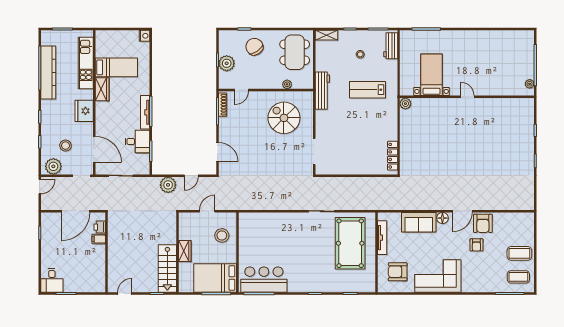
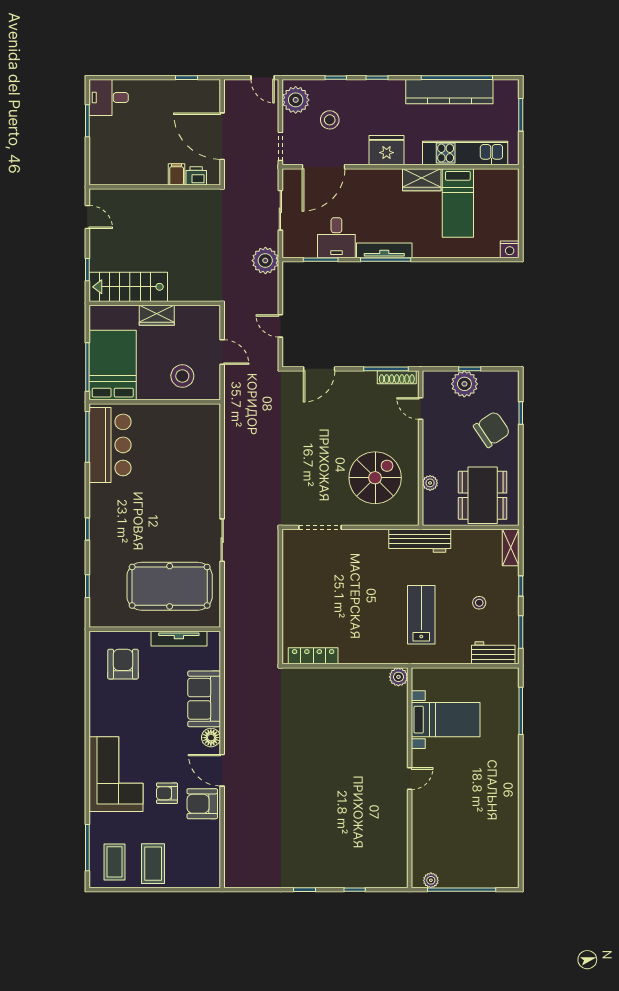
dining table: (295, 52) -> (483, 495), turned 90
plant: (168, 185) -> (265, 261), moved
corner sofa: (438, 276) -> (116, 774), moved

